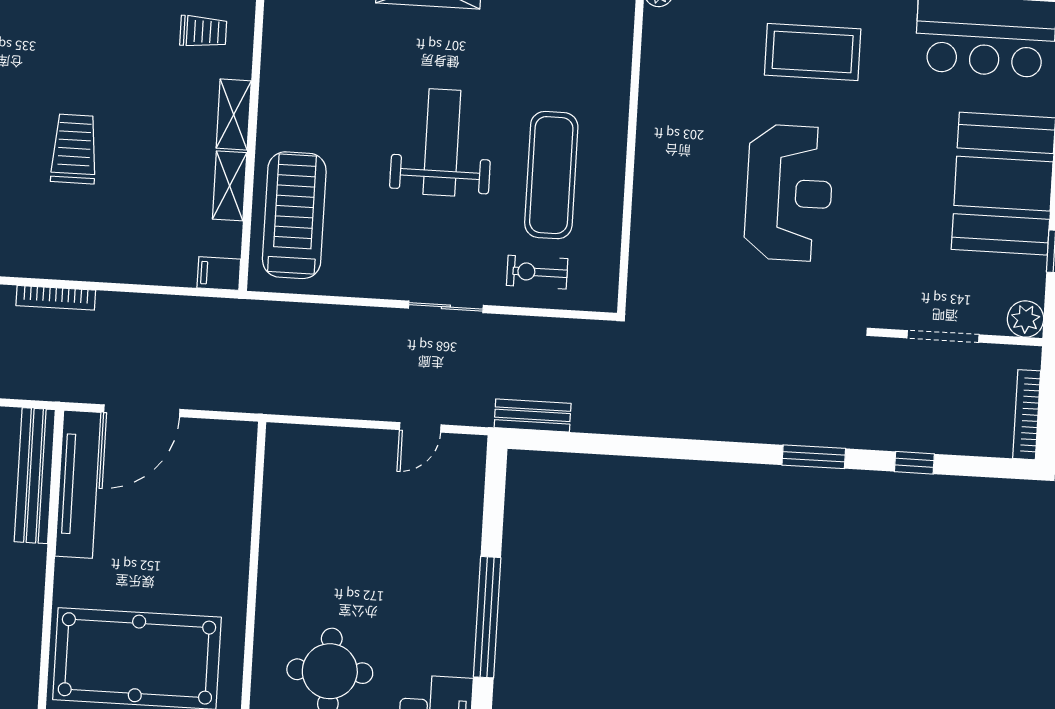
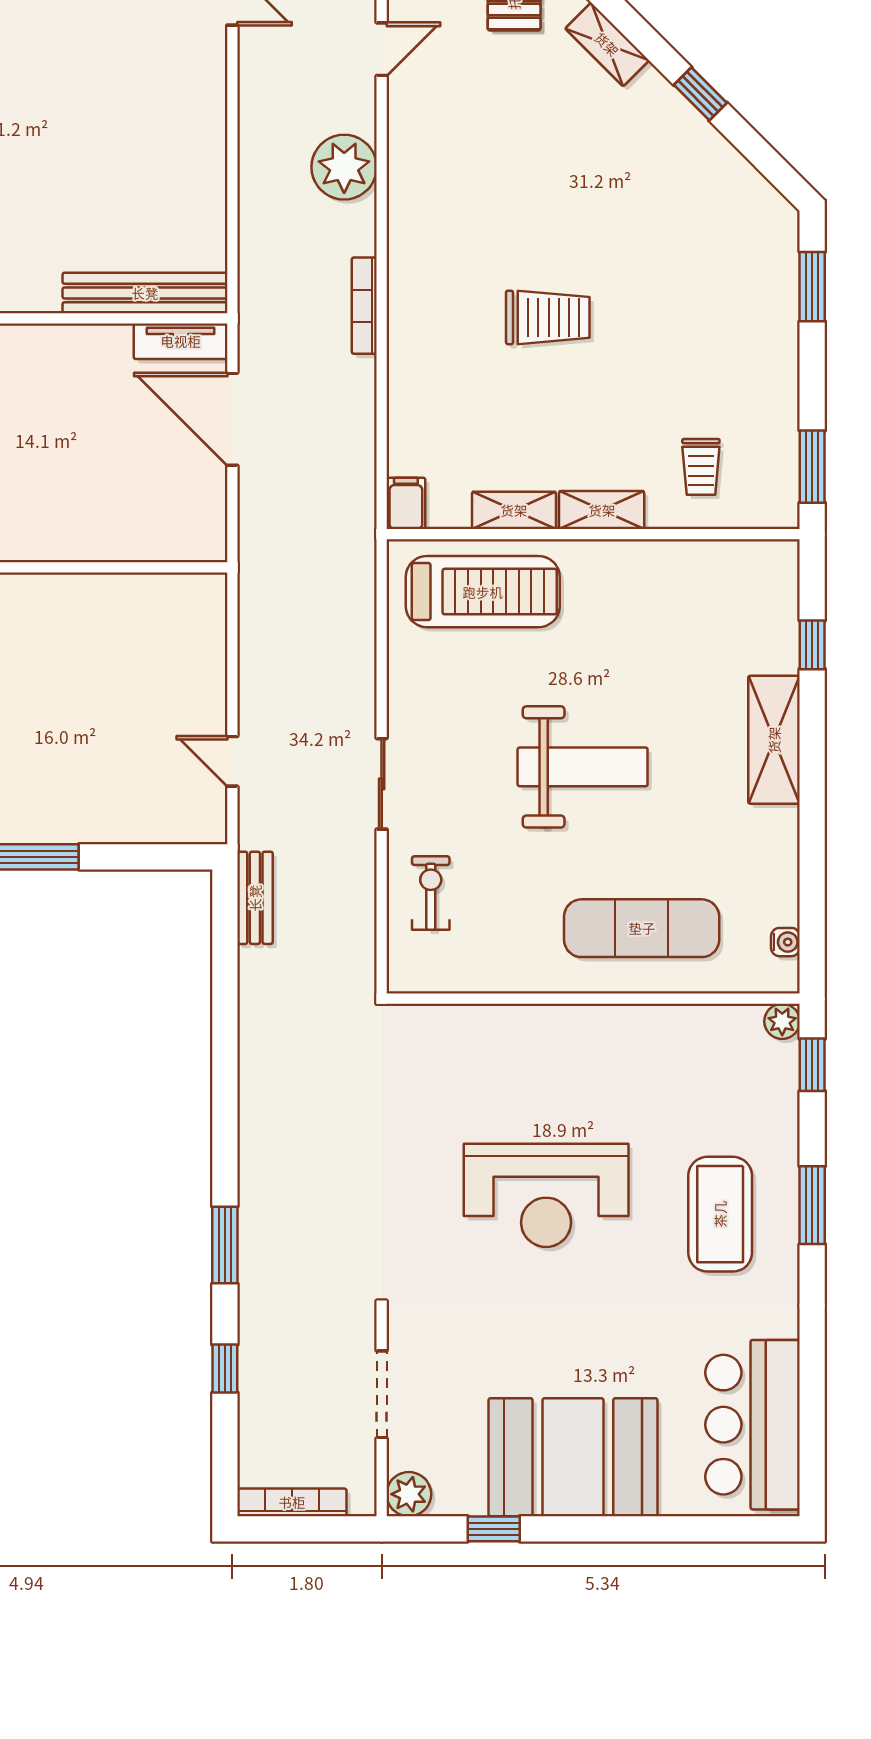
exercise mat: (551, 175) -> (642, 928), moved
tv unit: (78, 484) -> (181, 341), width x0.52, depth x0.78

